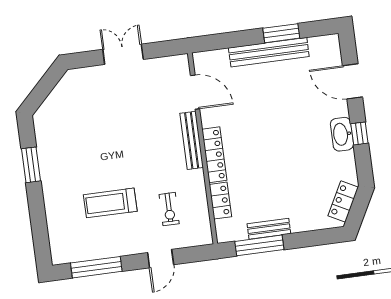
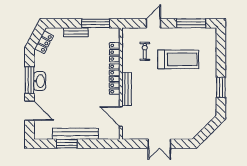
window: (359, 133) -> (29, 80), width x2.17
treadmill: (110, 203) -> (178, 59), width x1.37, depth x1.38
bench: (269, 229) -> (76, 32), moved

